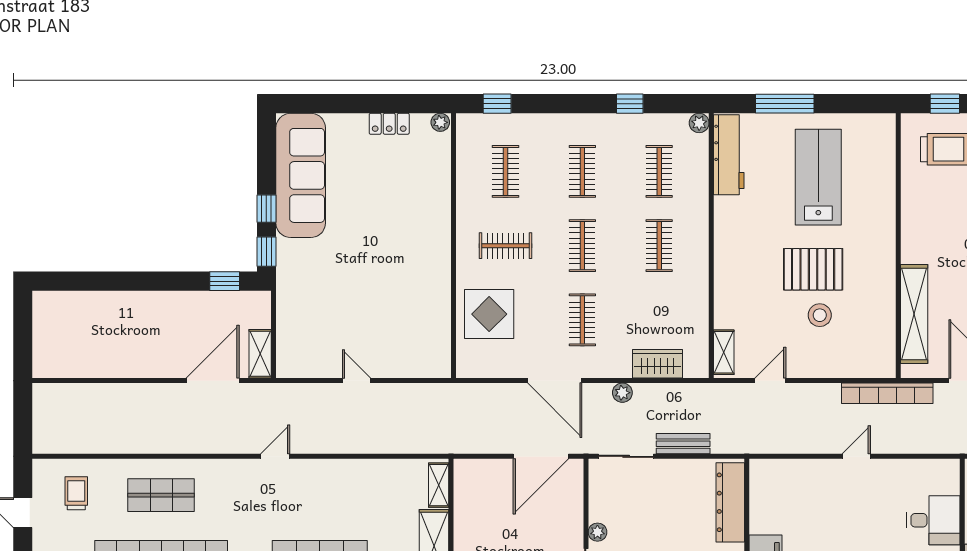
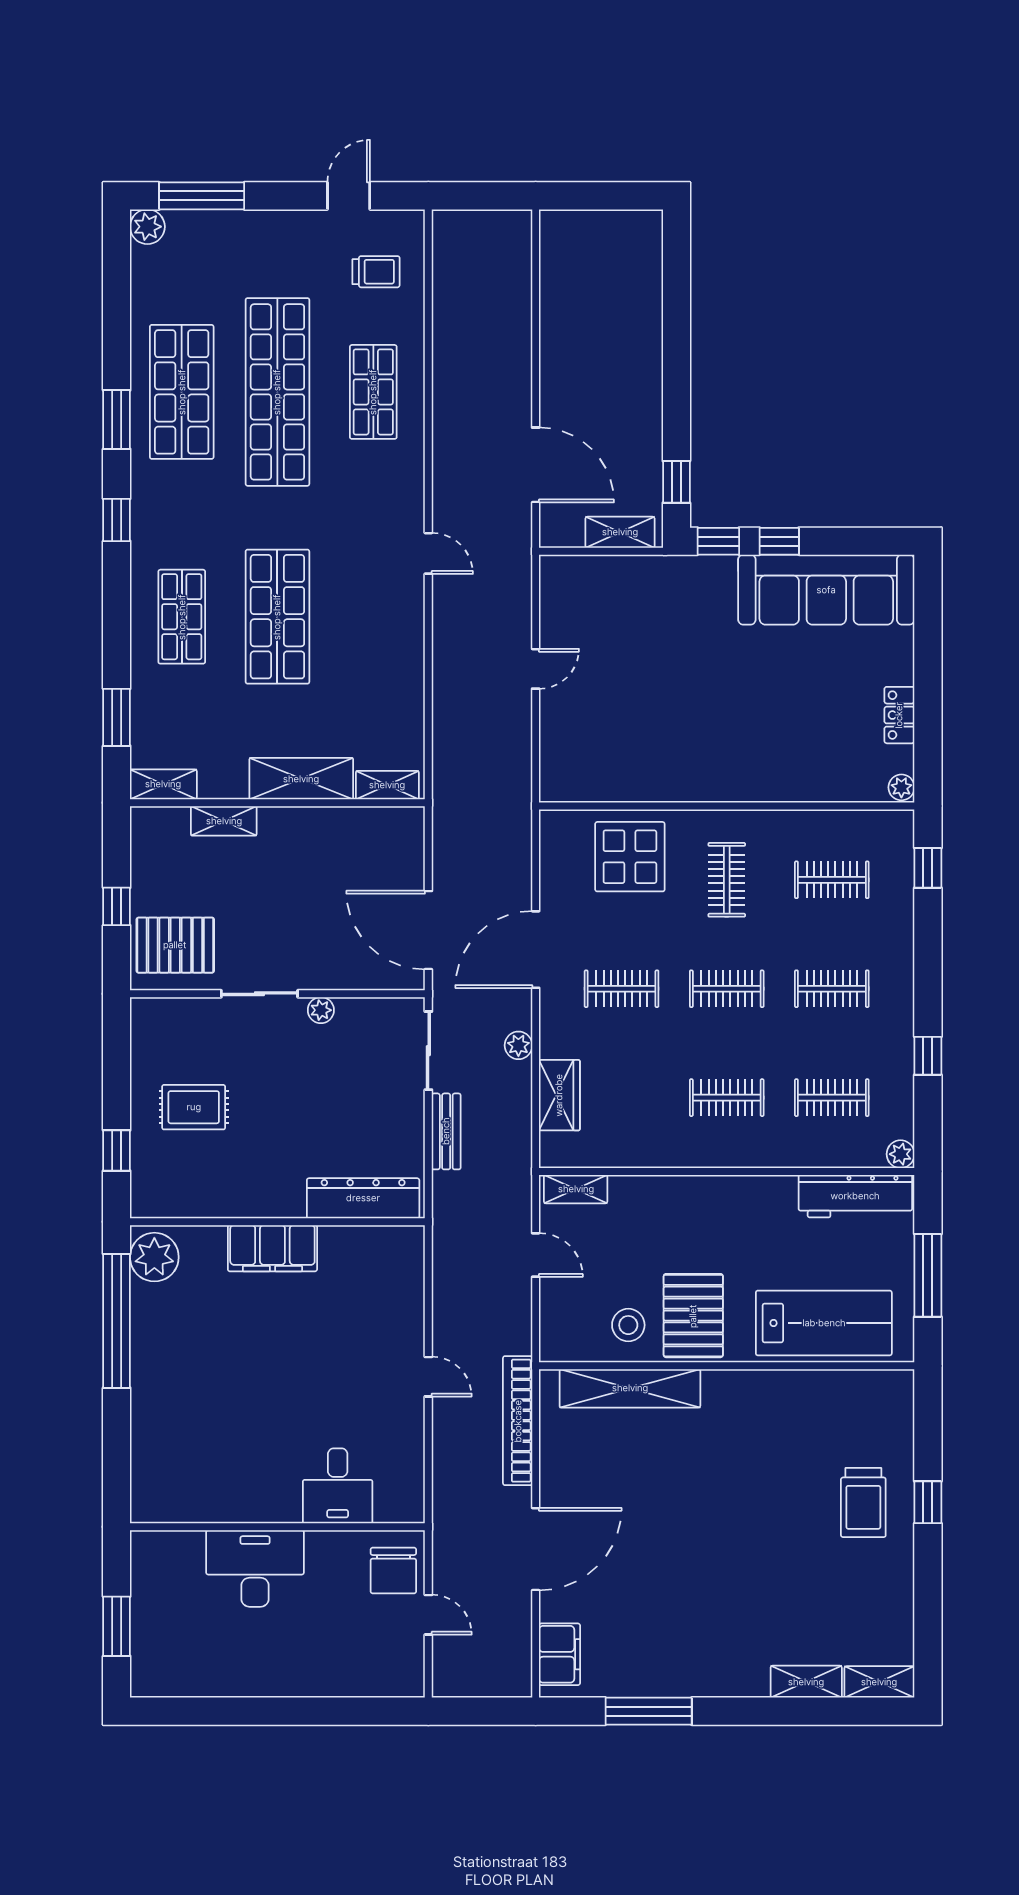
wall: (898, 246) -> (727, 1366), moved
shelving: (914, 314) -> (630, 1388), moved
shelving: (260, 354) -> (620, 532), moved

